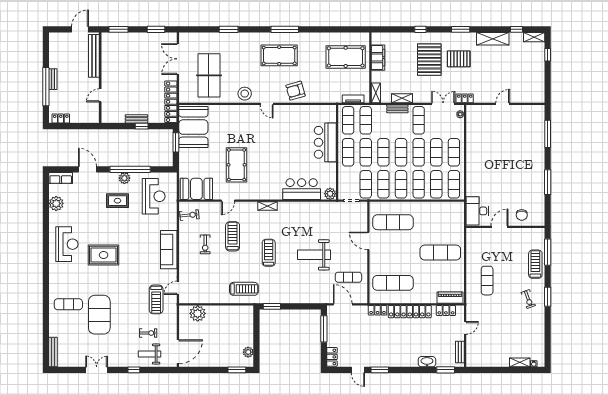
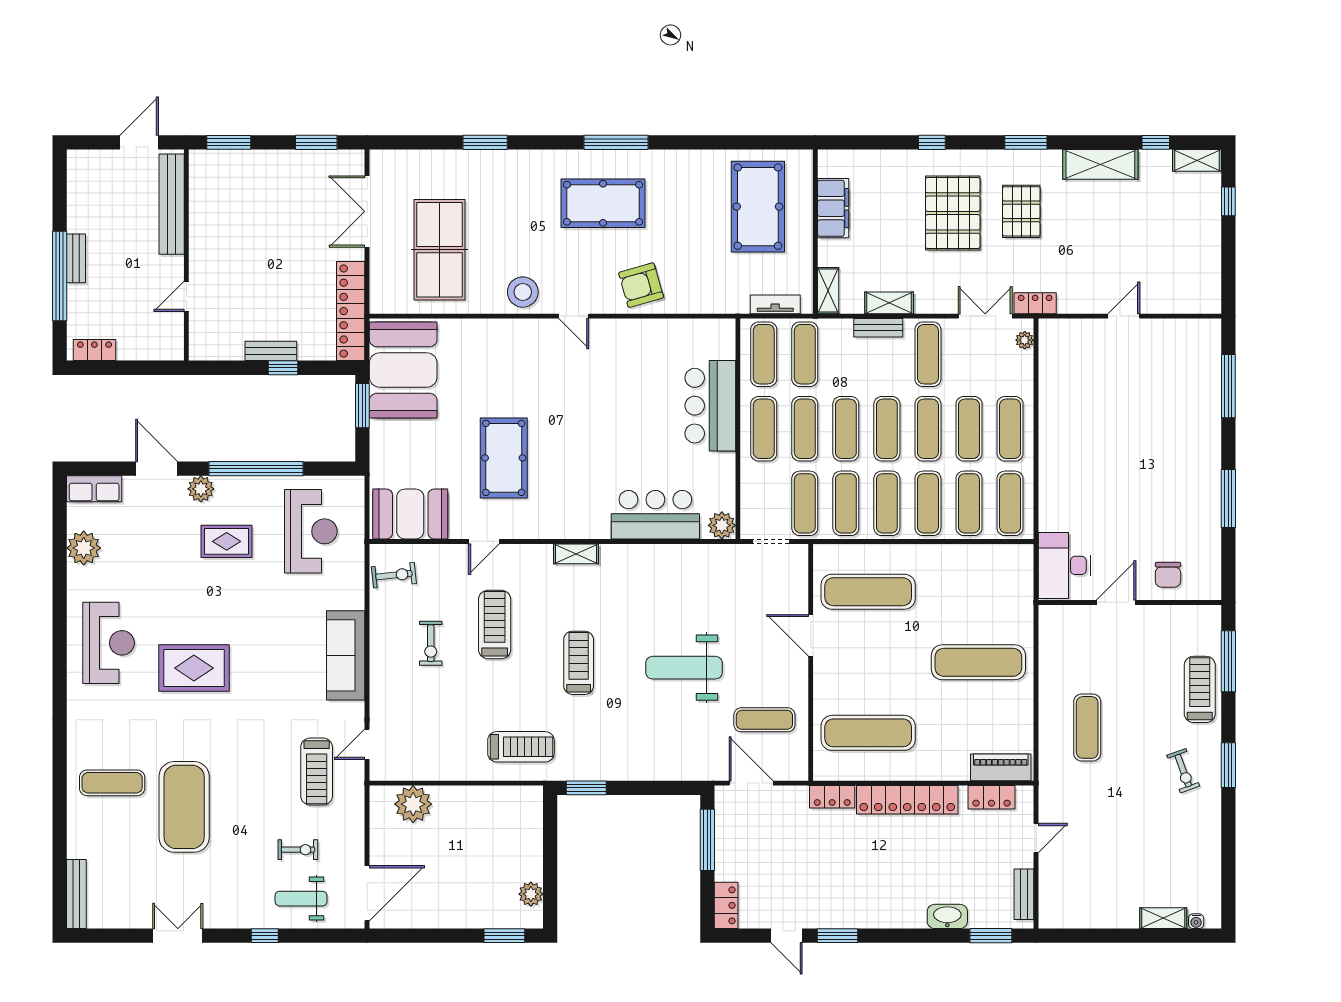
pool table: (346, 57) -> (758, 207), turned 90
pallet: (459, 59) -> (1021, 211), turned 90
plant: (124, 178) -> (201, 489), moved

